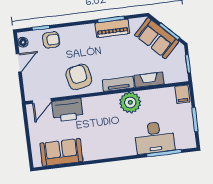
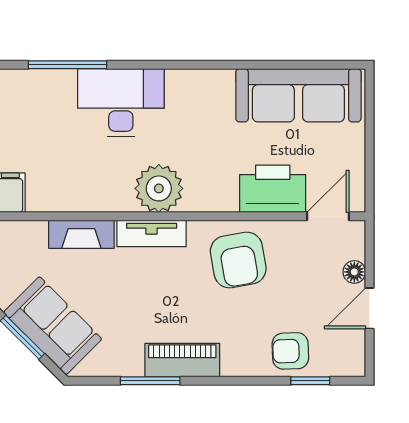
piano: (112, 28) -> (182, 360), moved
floor lamp: (23, 42) -> (354, 272), moved
plant: (130, 102) -> (159, 188), moved
desk: (155, 138) -> (121, 103), moved
sofa: (61, 152) -> (298, 95), width x1.36

